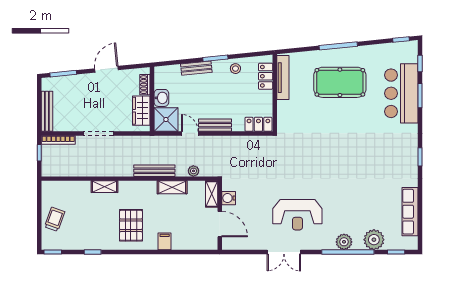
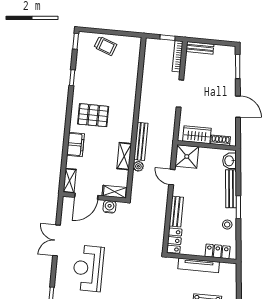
bench: (196, 68) -> (231, 189), width x1.36
tv unit: (283, 78) -> (199, 265), moved
washbasin: (161, 98) -> (230, 161), moved, turned 84
bench: (47, 111) -> (200, 48), width x0.73
bench: (215, 125) -> (176, 212), moved
door: (190, 133) -> (172, 177), swing flipped
plant: (193, 171) -> (138, 166), moved
shelving: (105, 187) -> (70, 181), moved
filing cabinet: (165, 241) -> (75, 145), width x2.00
double door: (284, 252) -> (56, 240), moved

